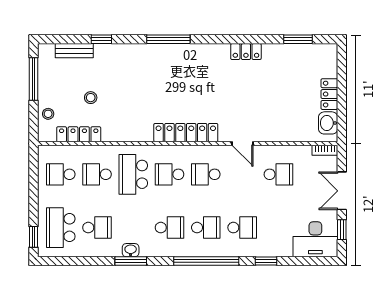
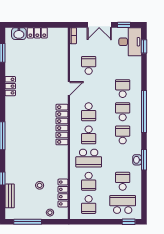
washbasin: (328, 123) -> (19, 34), moved
school desk: (61, 228) -> (123, 204), turned 180
window: (266, 261) -> (144, 46), moved

